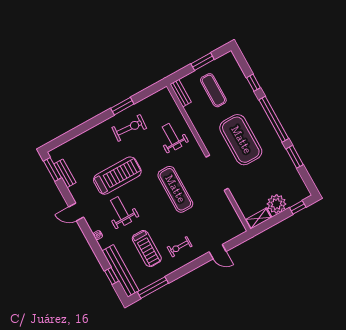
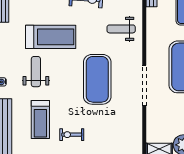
weight bench: (172, 137) -> (121, 29), turned -90
exercise mat: (175, 189) -> (97, 79), width x1.47

